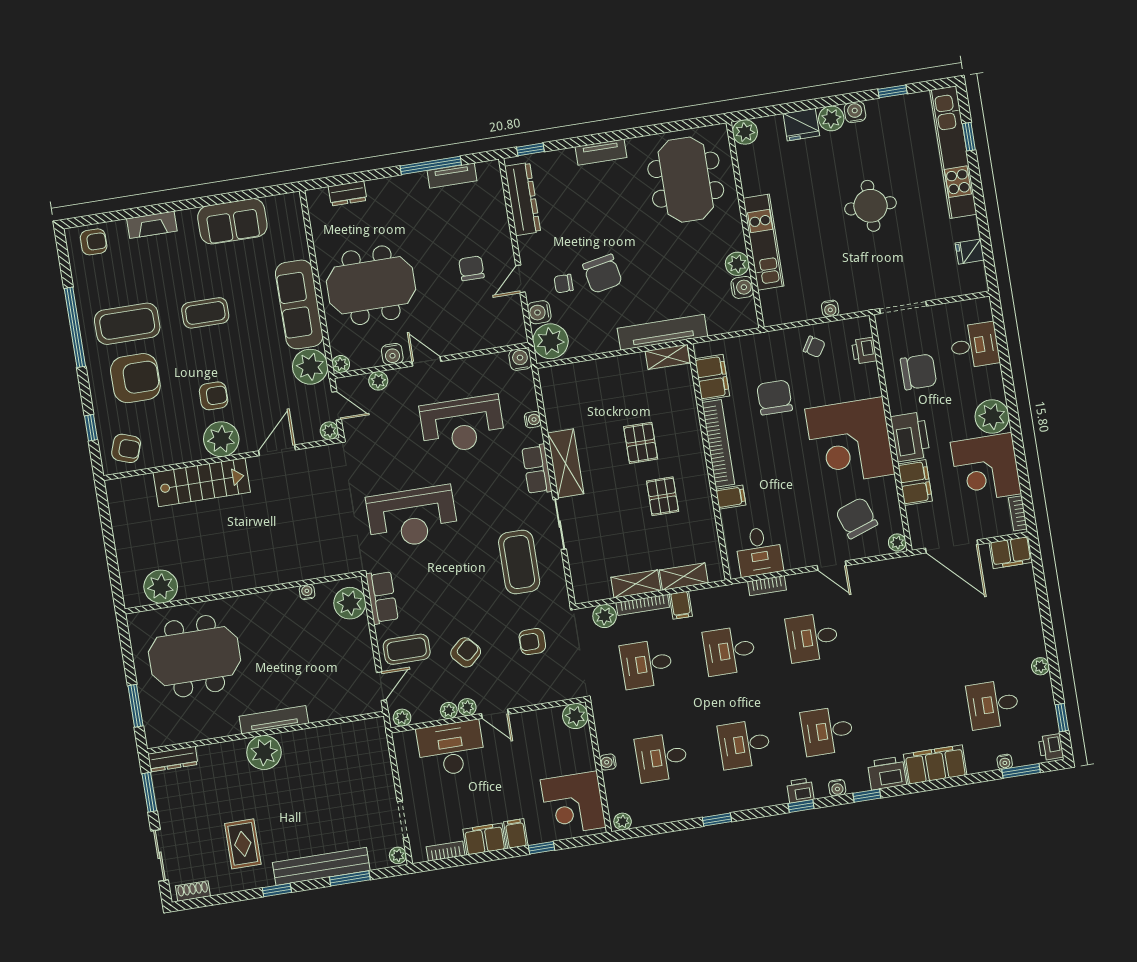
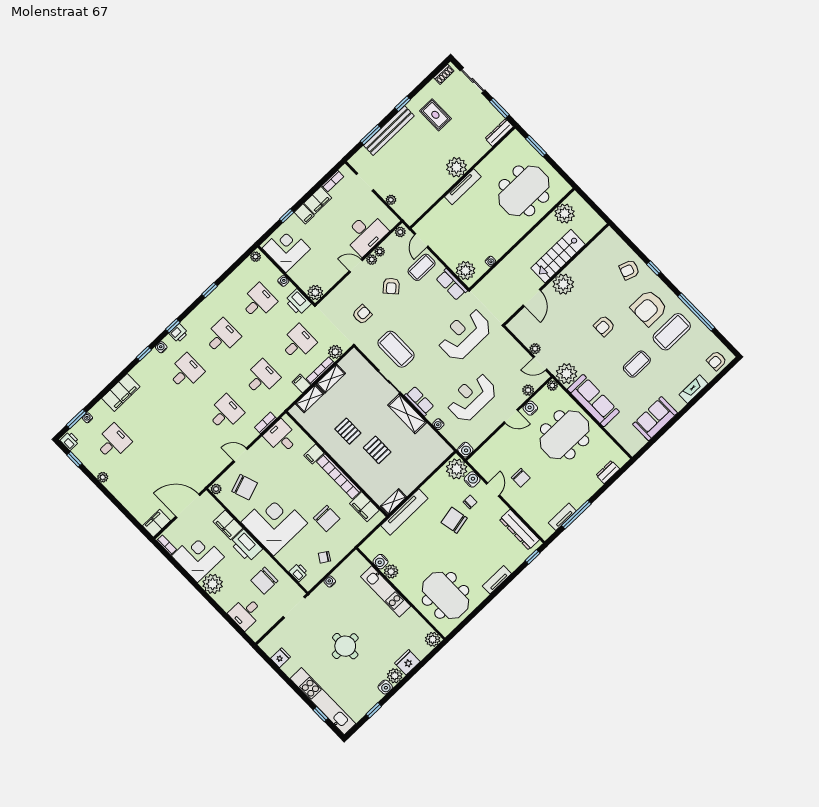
plant: (221, 439) -> (563, 284), moved
door: (277, 450) -> (532, 298), moved
wall: (222, 459) -> (556, 274), moved
stairs: (202, 482) -> (558, 256), moved
printer: (887, 773) -> (298, 302), moved, turned 90
plant: (398, 855) -> (391, 200), moved

